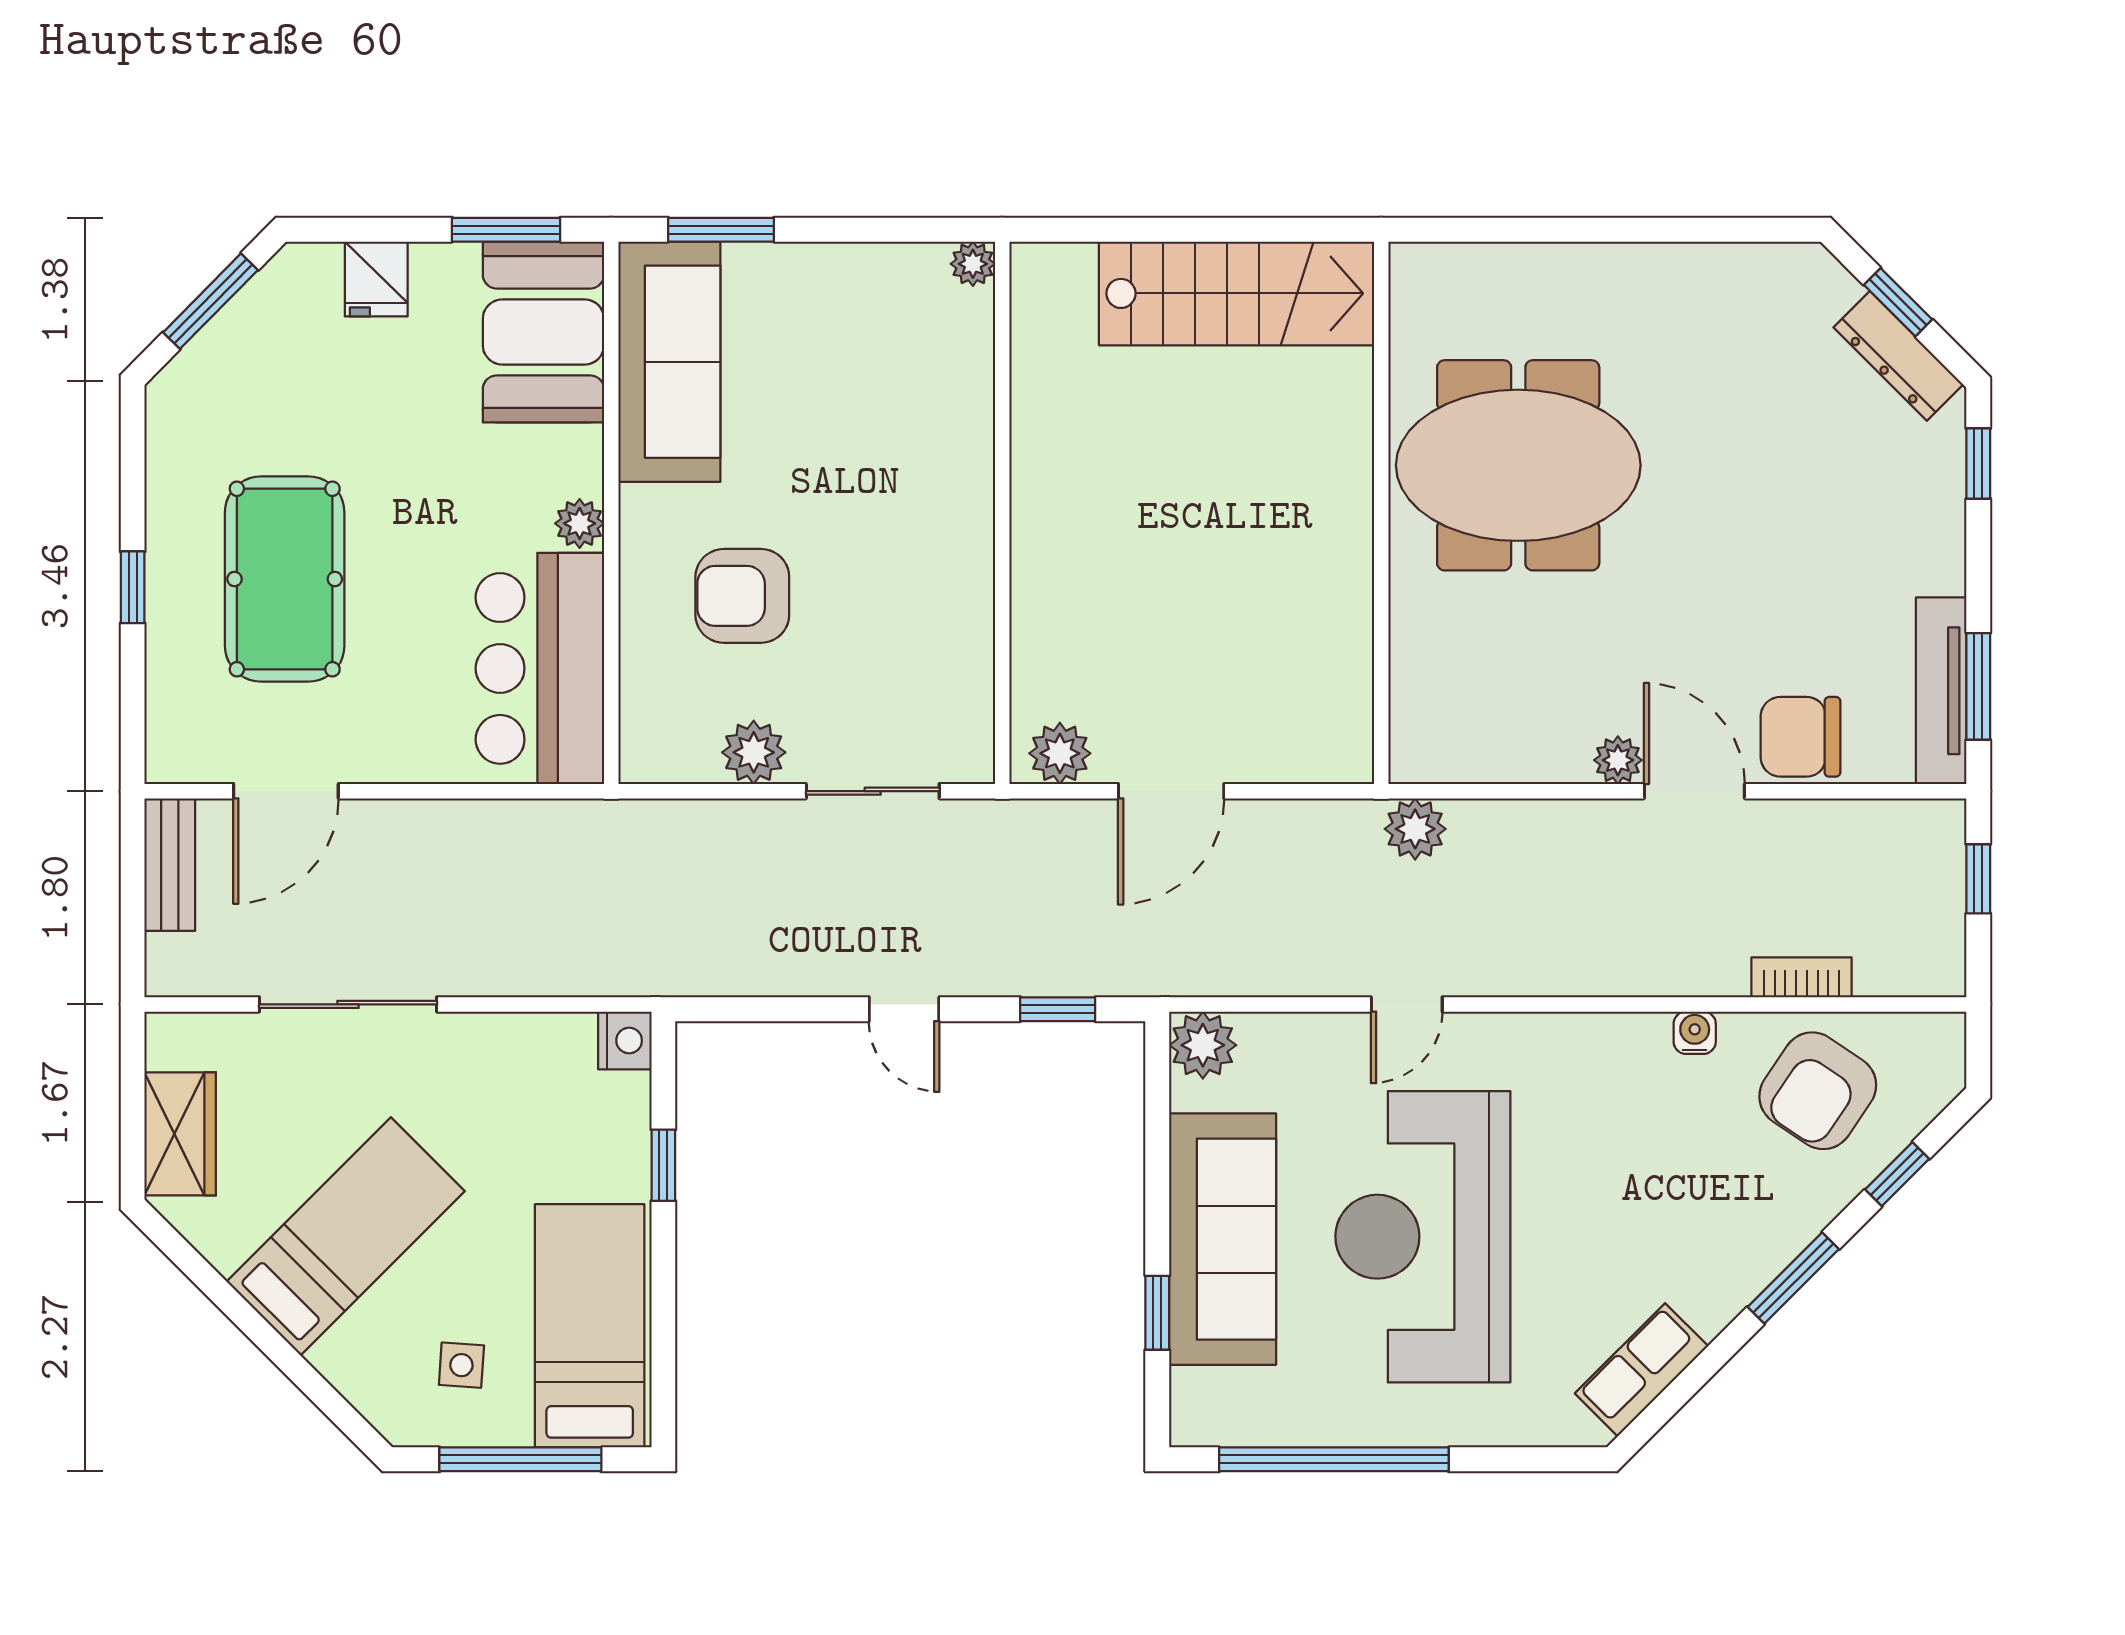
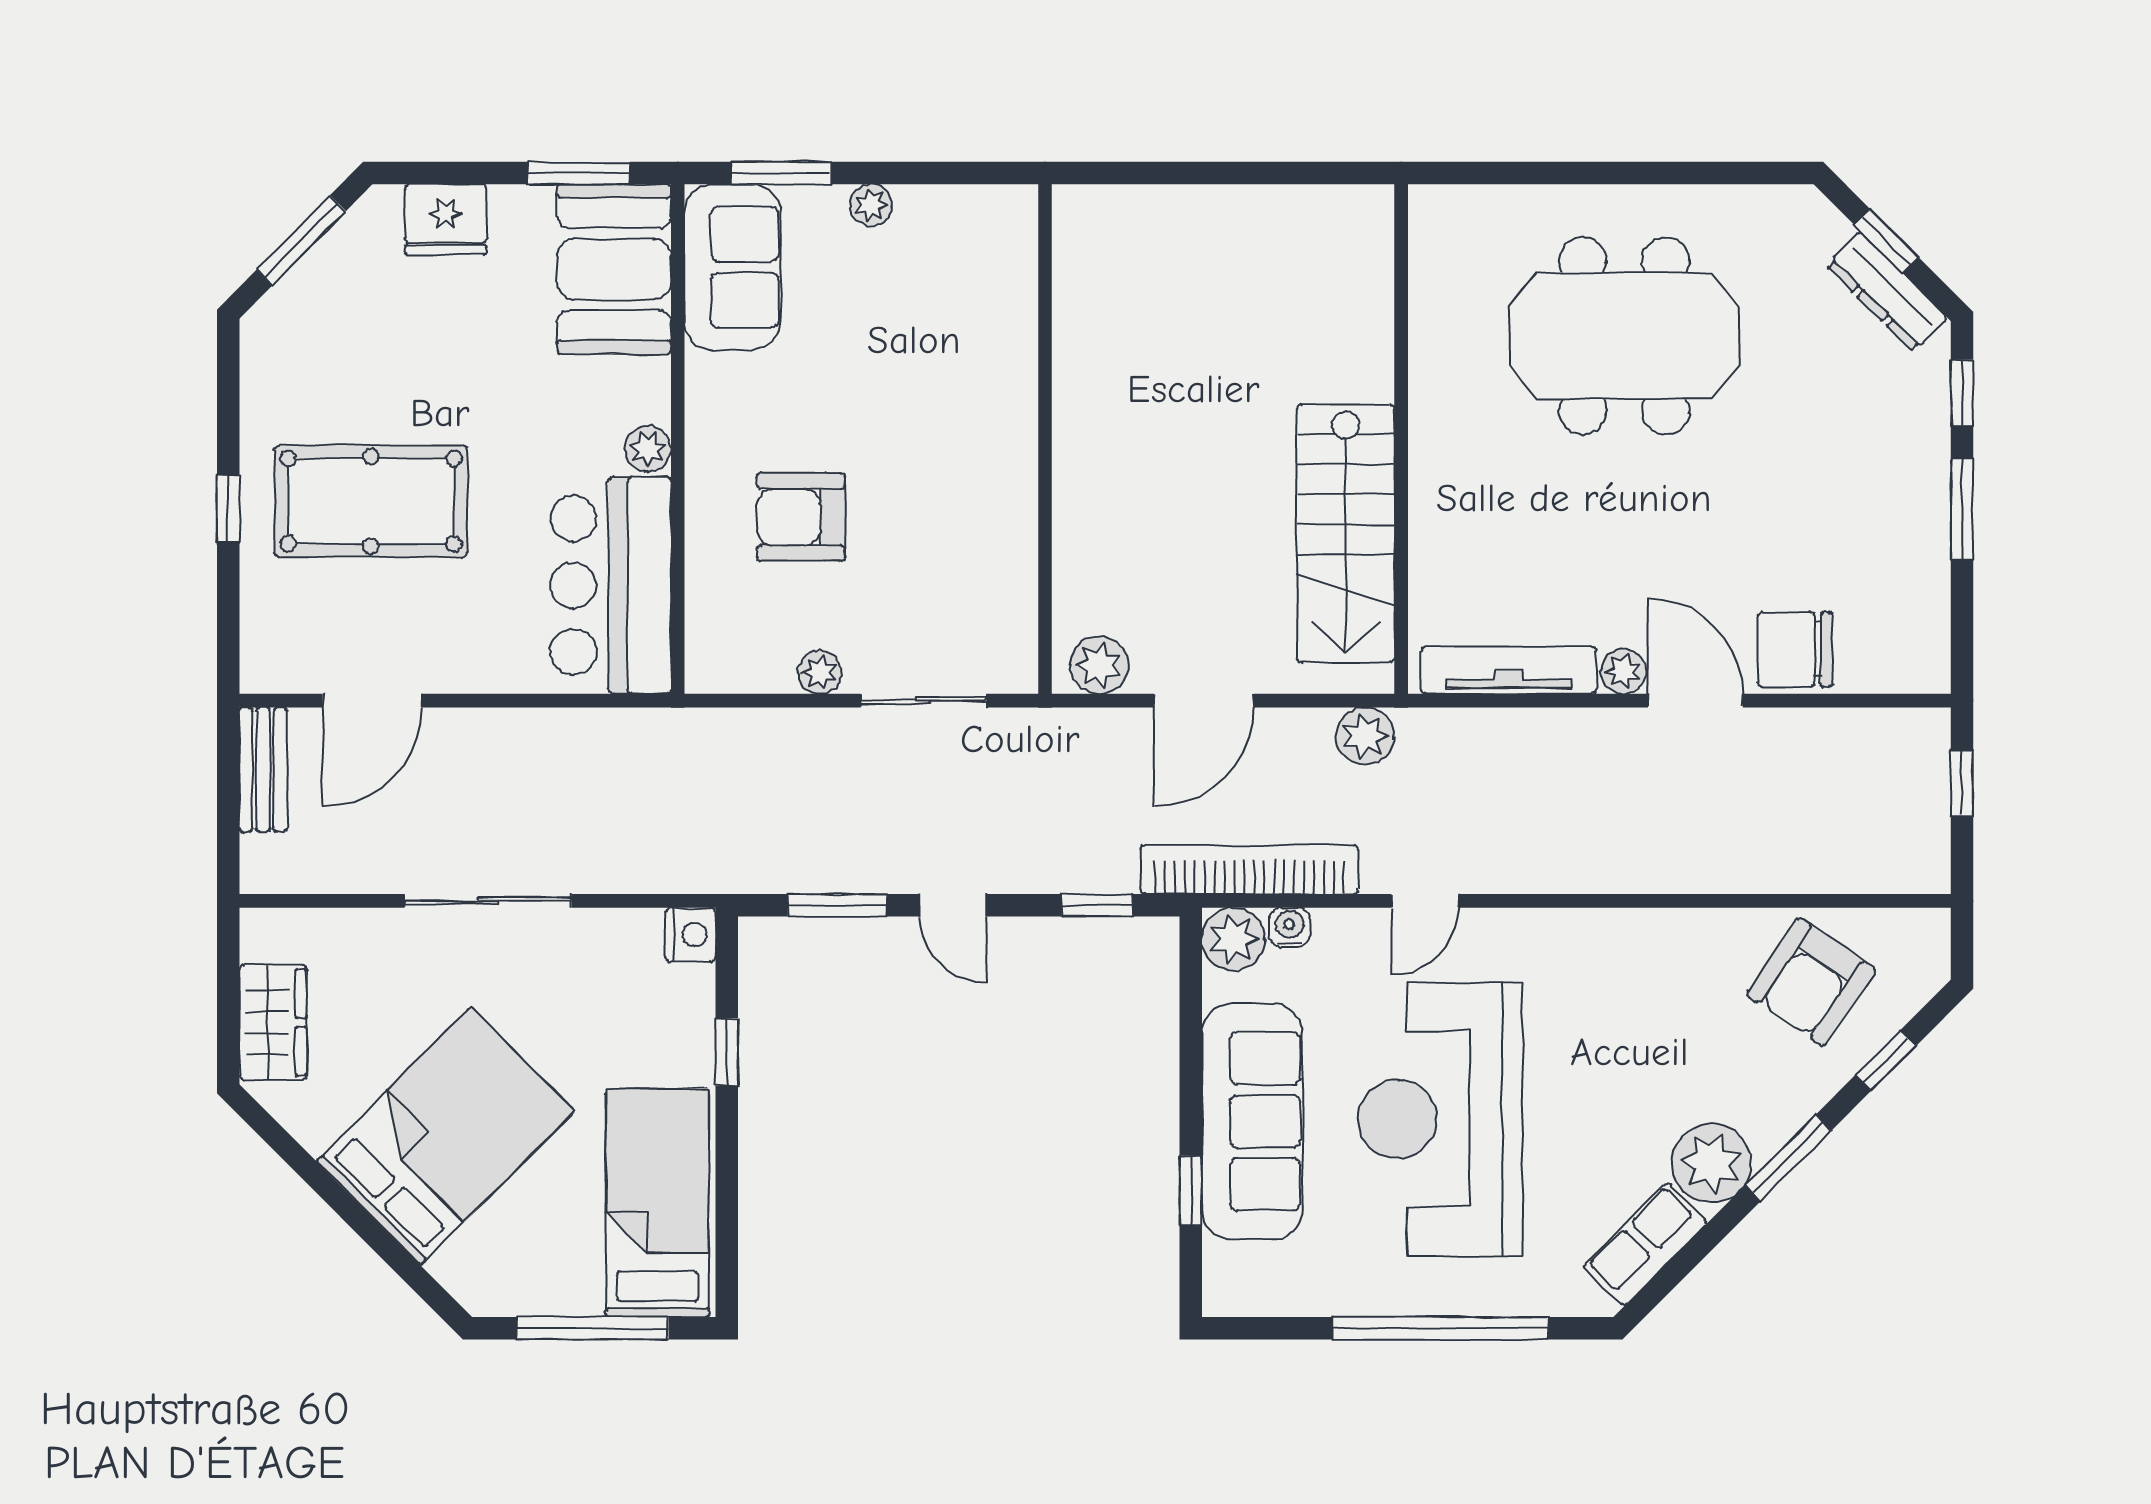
plant: (973, 264) -> (871, 205), moved
fridge: (376, 279) -> (446, 219), width x1.38
stairs: (1237, 293) -> (1346, 533), moved, turned 90
sofa: (669, 362) -> (732, 267), width x0.73
meeting table: (1518, 465) -> (1624, 336), moved
pool table: (285, 579) -> (371, 501), turned 90
window: (1978, 686) -> (1962, 509), moved
tv unit: (1941, 691) -> (1509, 670), moved, turned 90
plant: (754, 752) -> (820, 672), width x0.73, depth x0.73
plant: (1415, 829) -> (1365, 736), moved
bookcase: (1802, 977) -> (1249, 870), moved, width x2.31, depth x1.31
sliding door: (348, 1004) -> (488, 901), moved
window: (781, 1009) -> (837, 905), added
water cooler: (1695, 1033) -> (1289, 927), moved
bed: (346, 1236) -> (446, 1136), width x1.50
plant: (1712, 1283) -> (1712, 1163), added
side table: (461, 1365) -> (537, 1240), removed
window: (1334, 1459) -> (1440, 1328), moved

